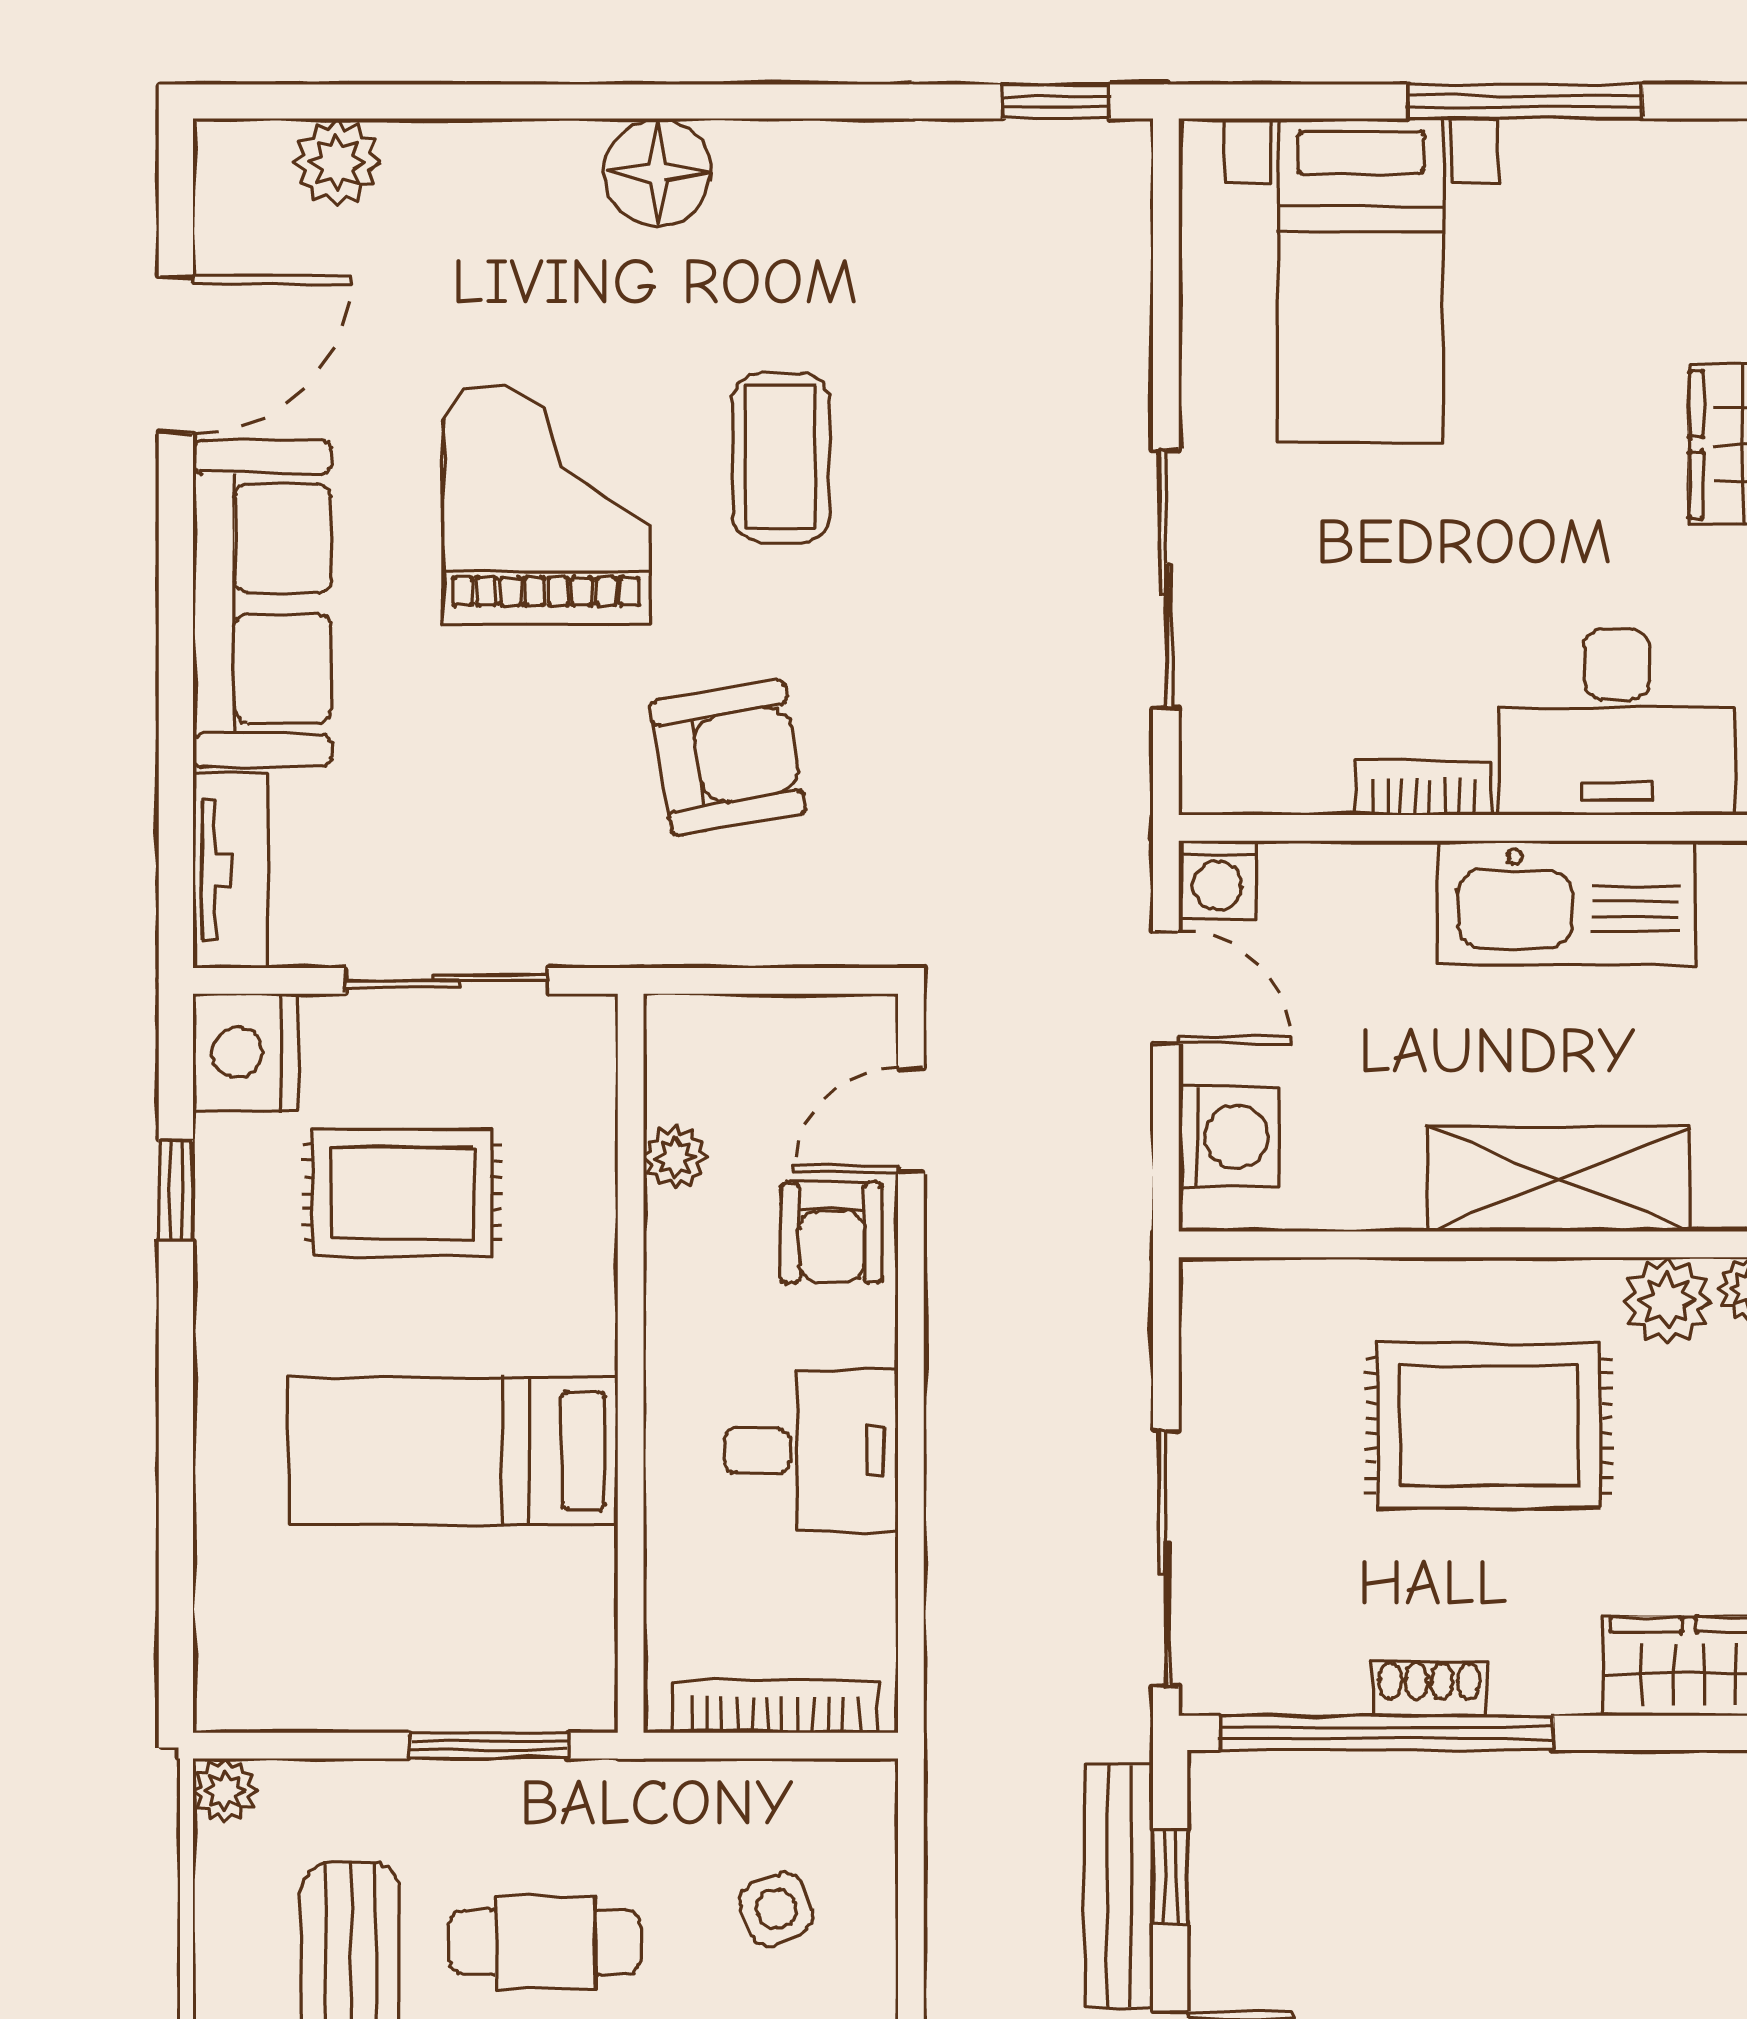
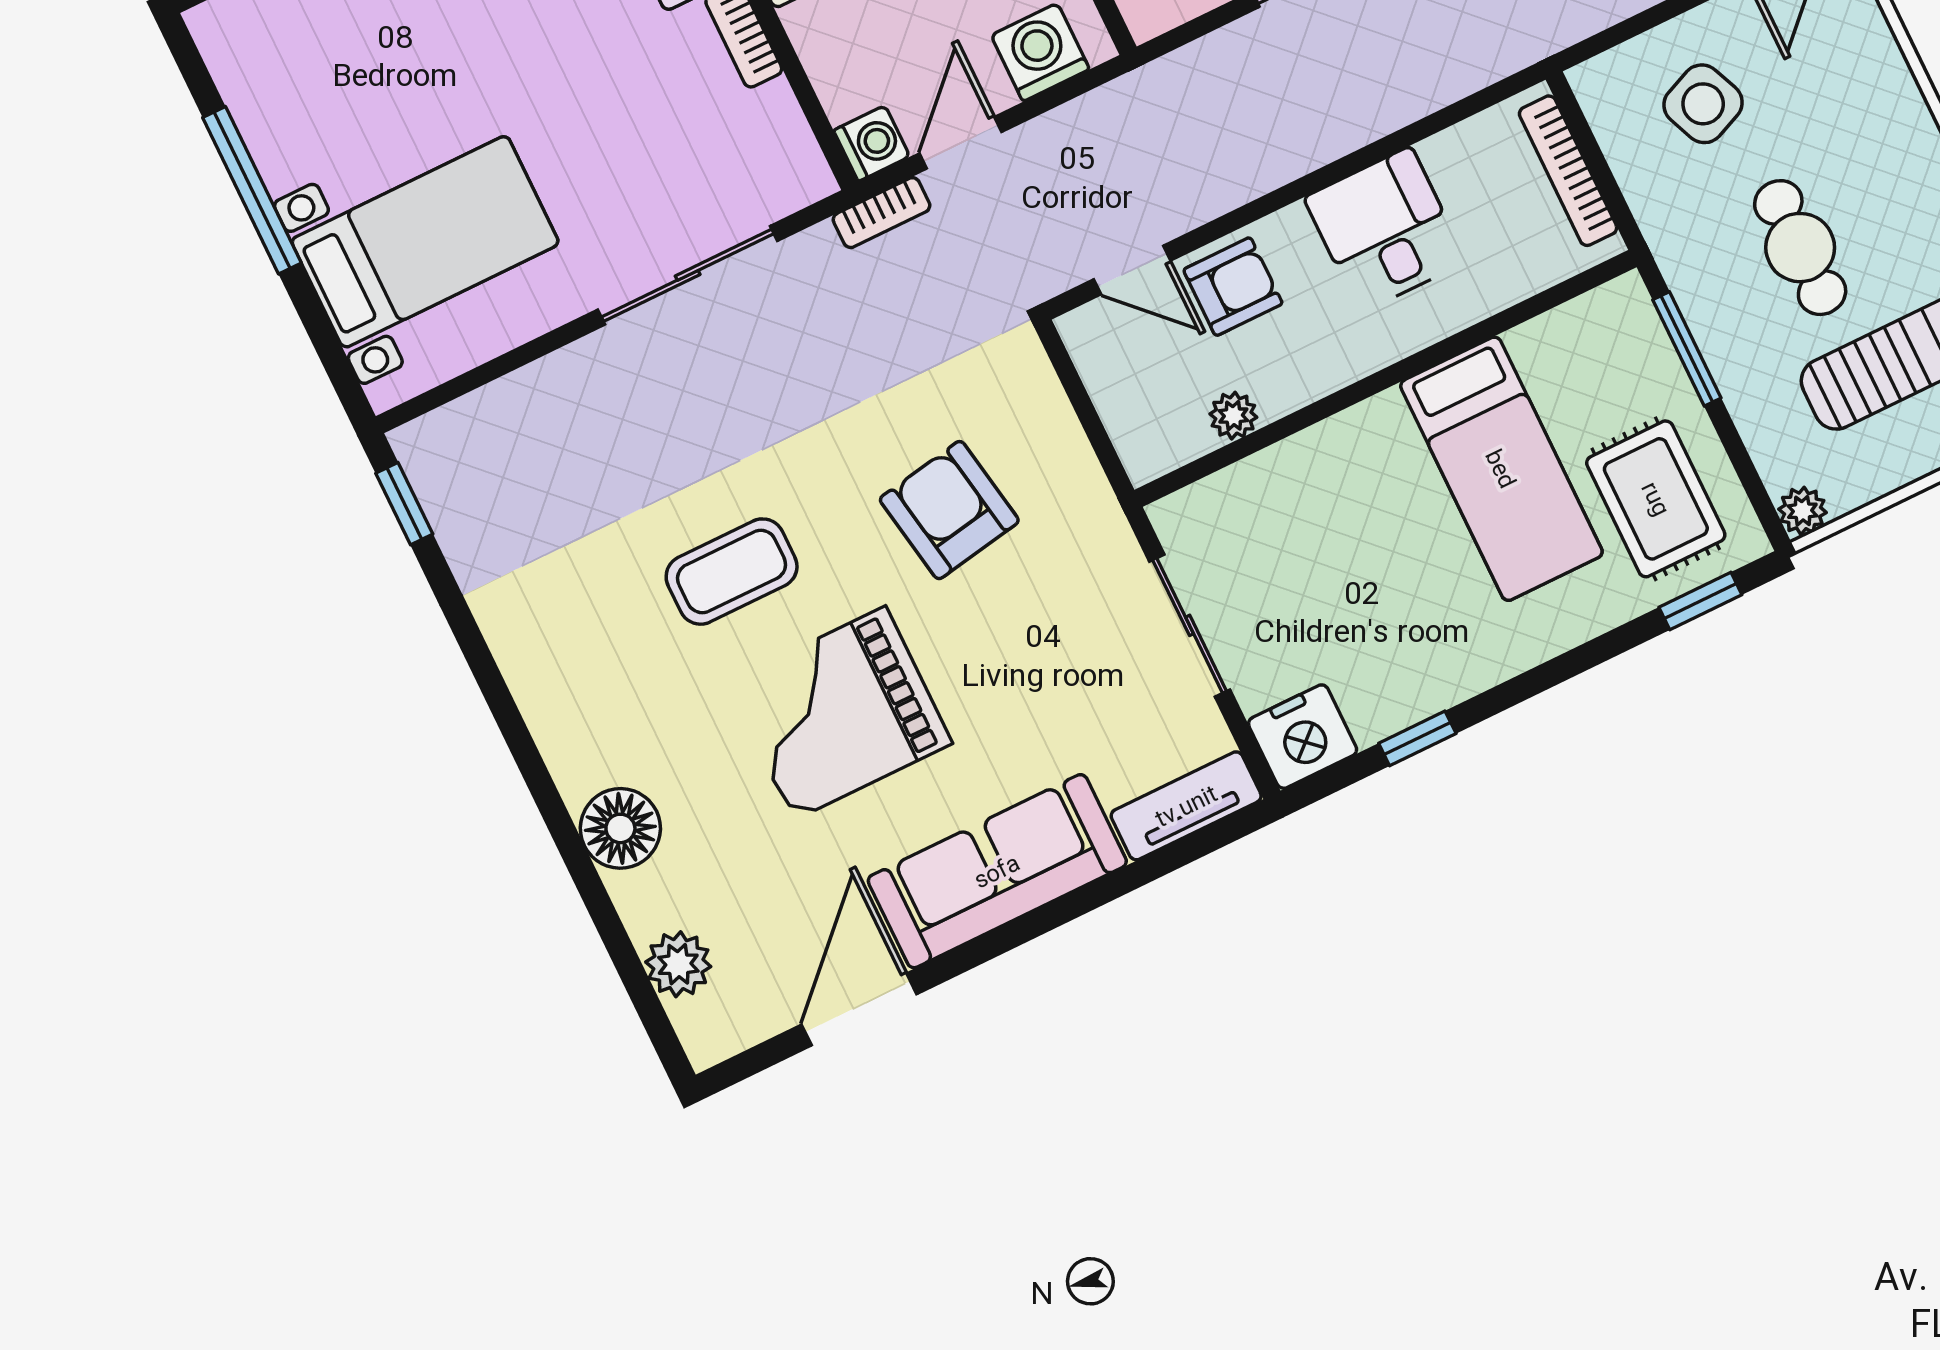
floor lamp: (658, 172) -> (620, 828), moved
door: (176, 355) -> (859, 1009), hinge flipped
bookcase: (1128, 851) -> (882, 213), added
rug: (402, 1193) -> (1656, 499), moved
window: (176, 1614) -> (1700, 601), added
side table: (776, 1909) -> (1703, 104), width x1.37, depth x1.37

